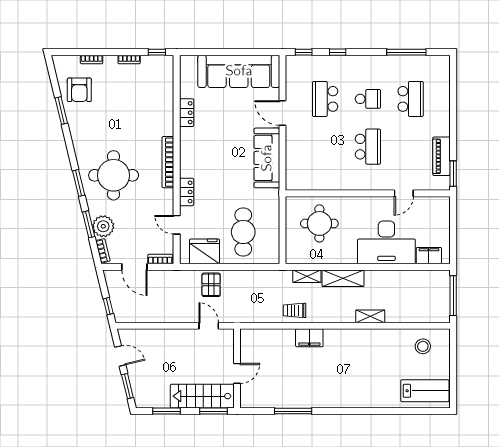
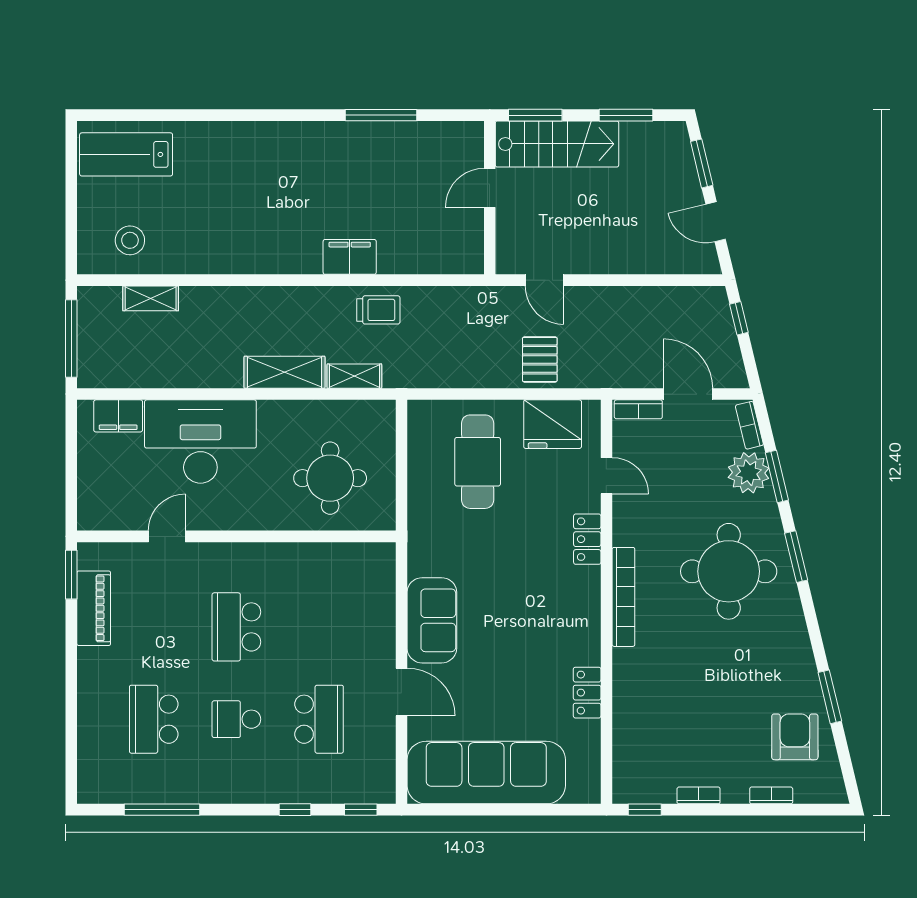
sofa: (267, 158) -> (432, 620), width x0.73
shelving: (370, 316) -> (151, 298), moved

